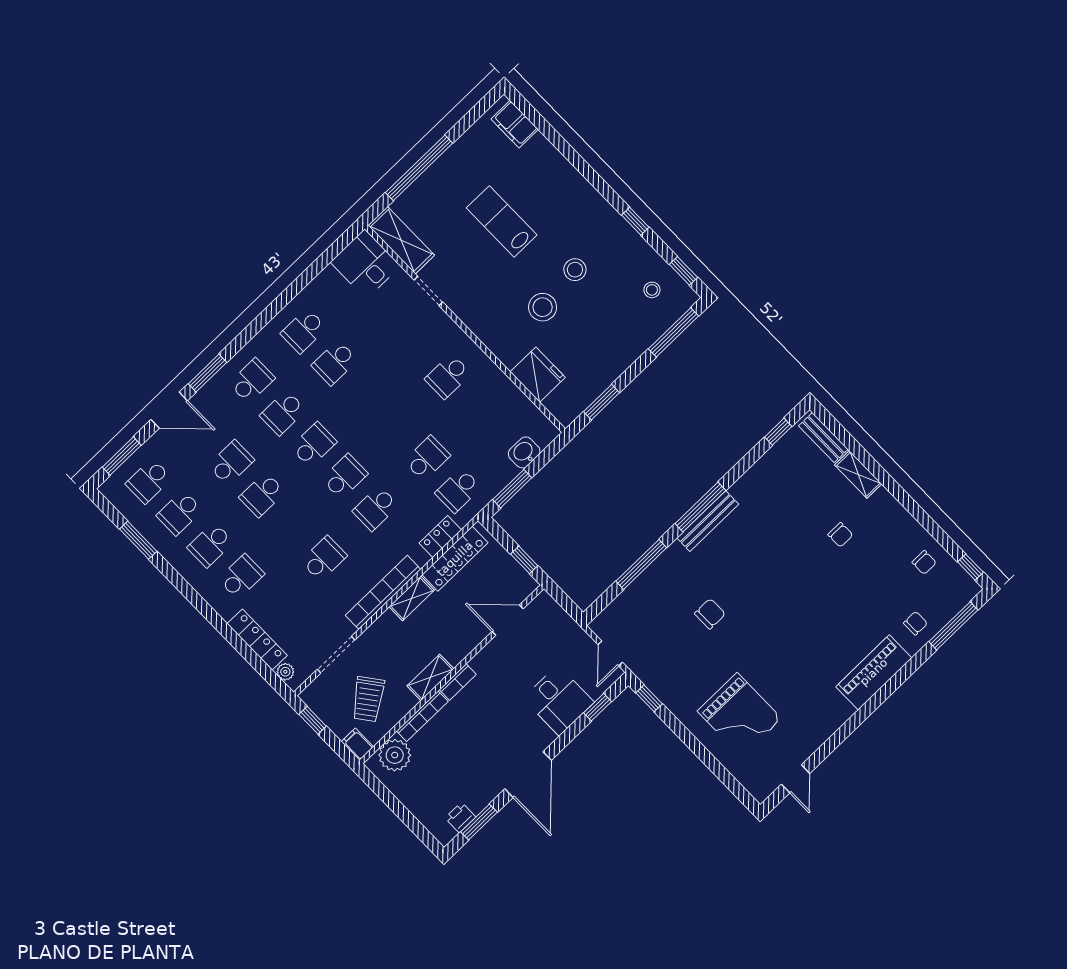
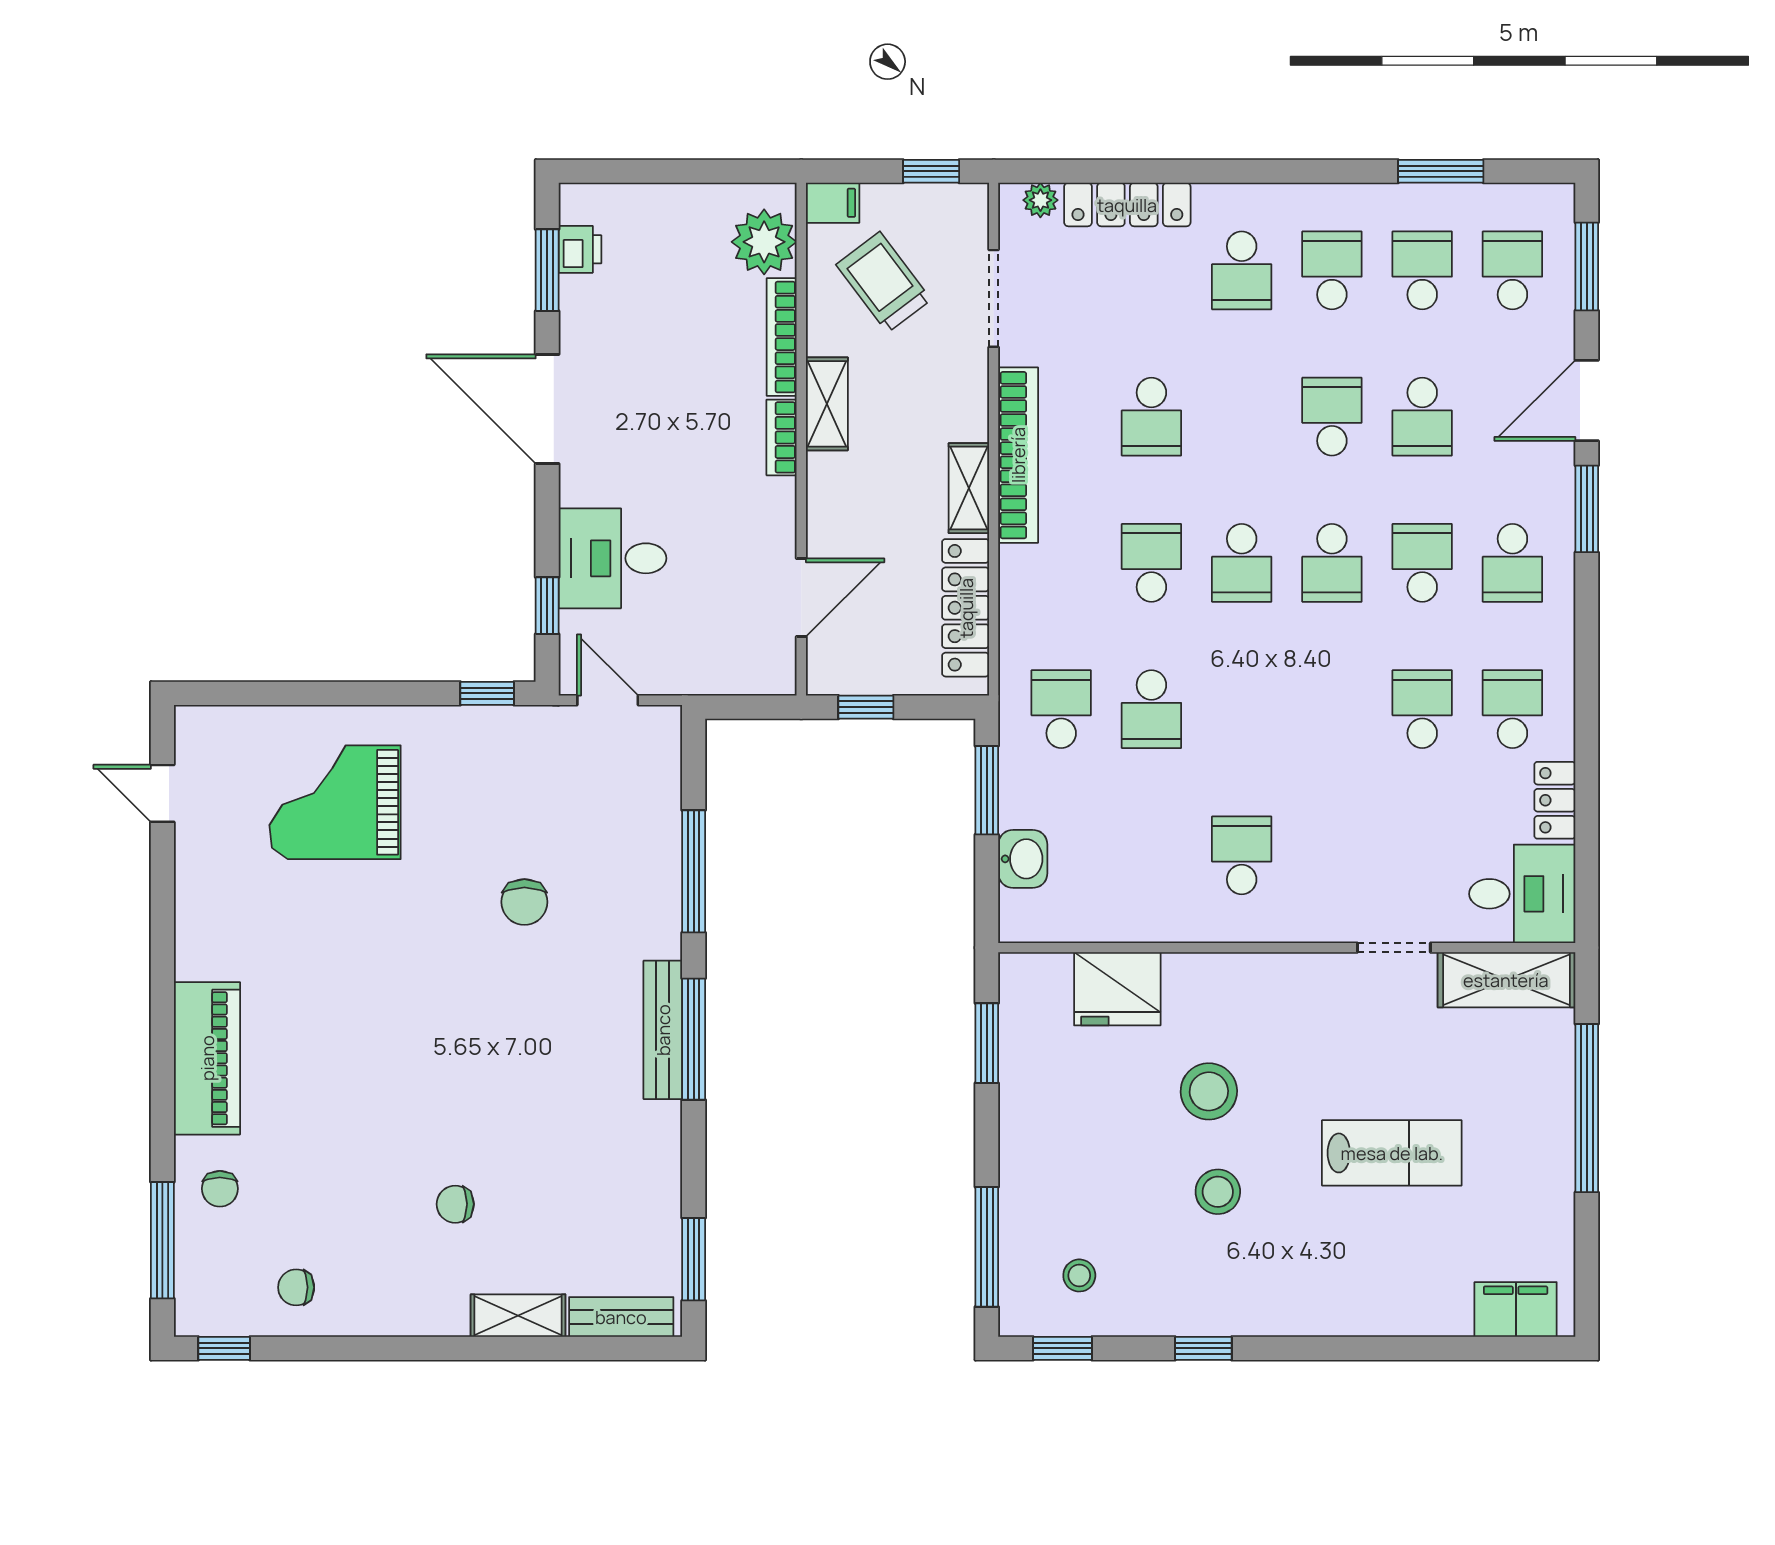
window: (778, 432) -> (694, 1259), width x1.50
locker: (440, 537) -> (1555, 800), moved, turned 180

